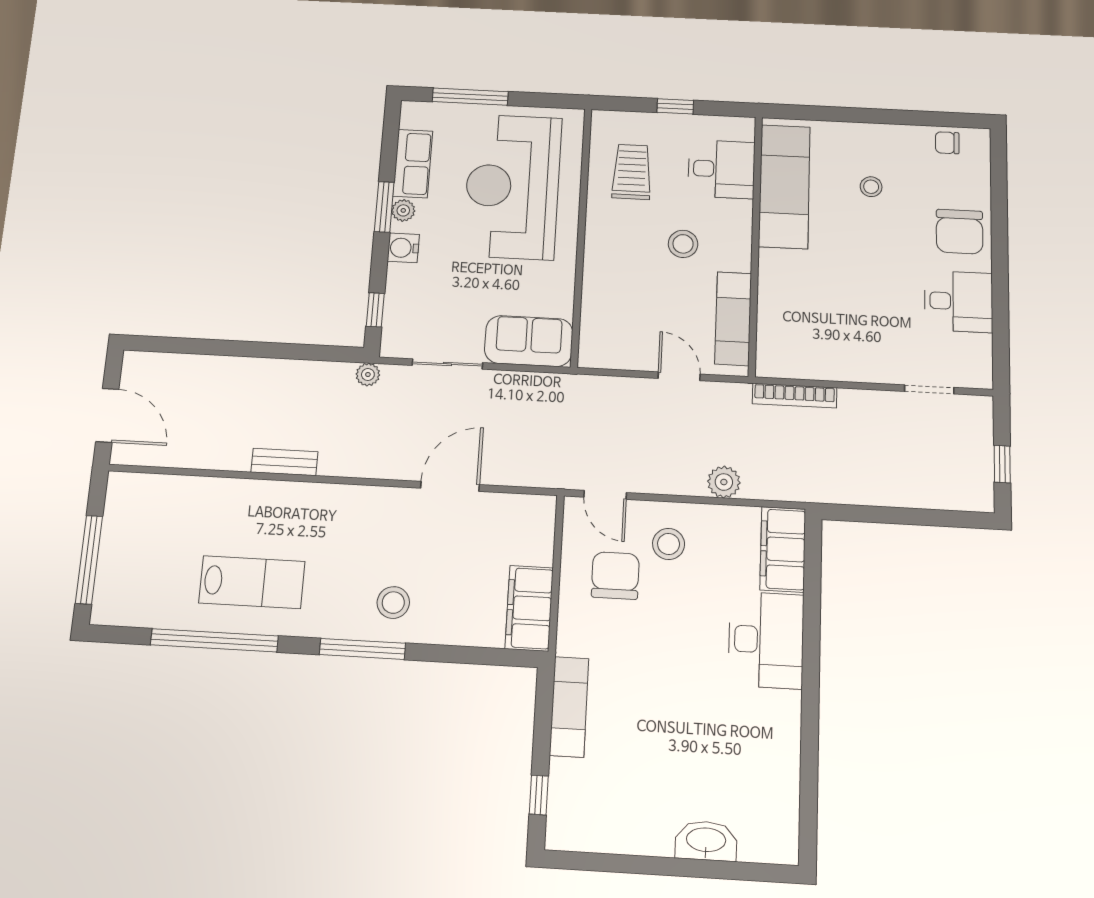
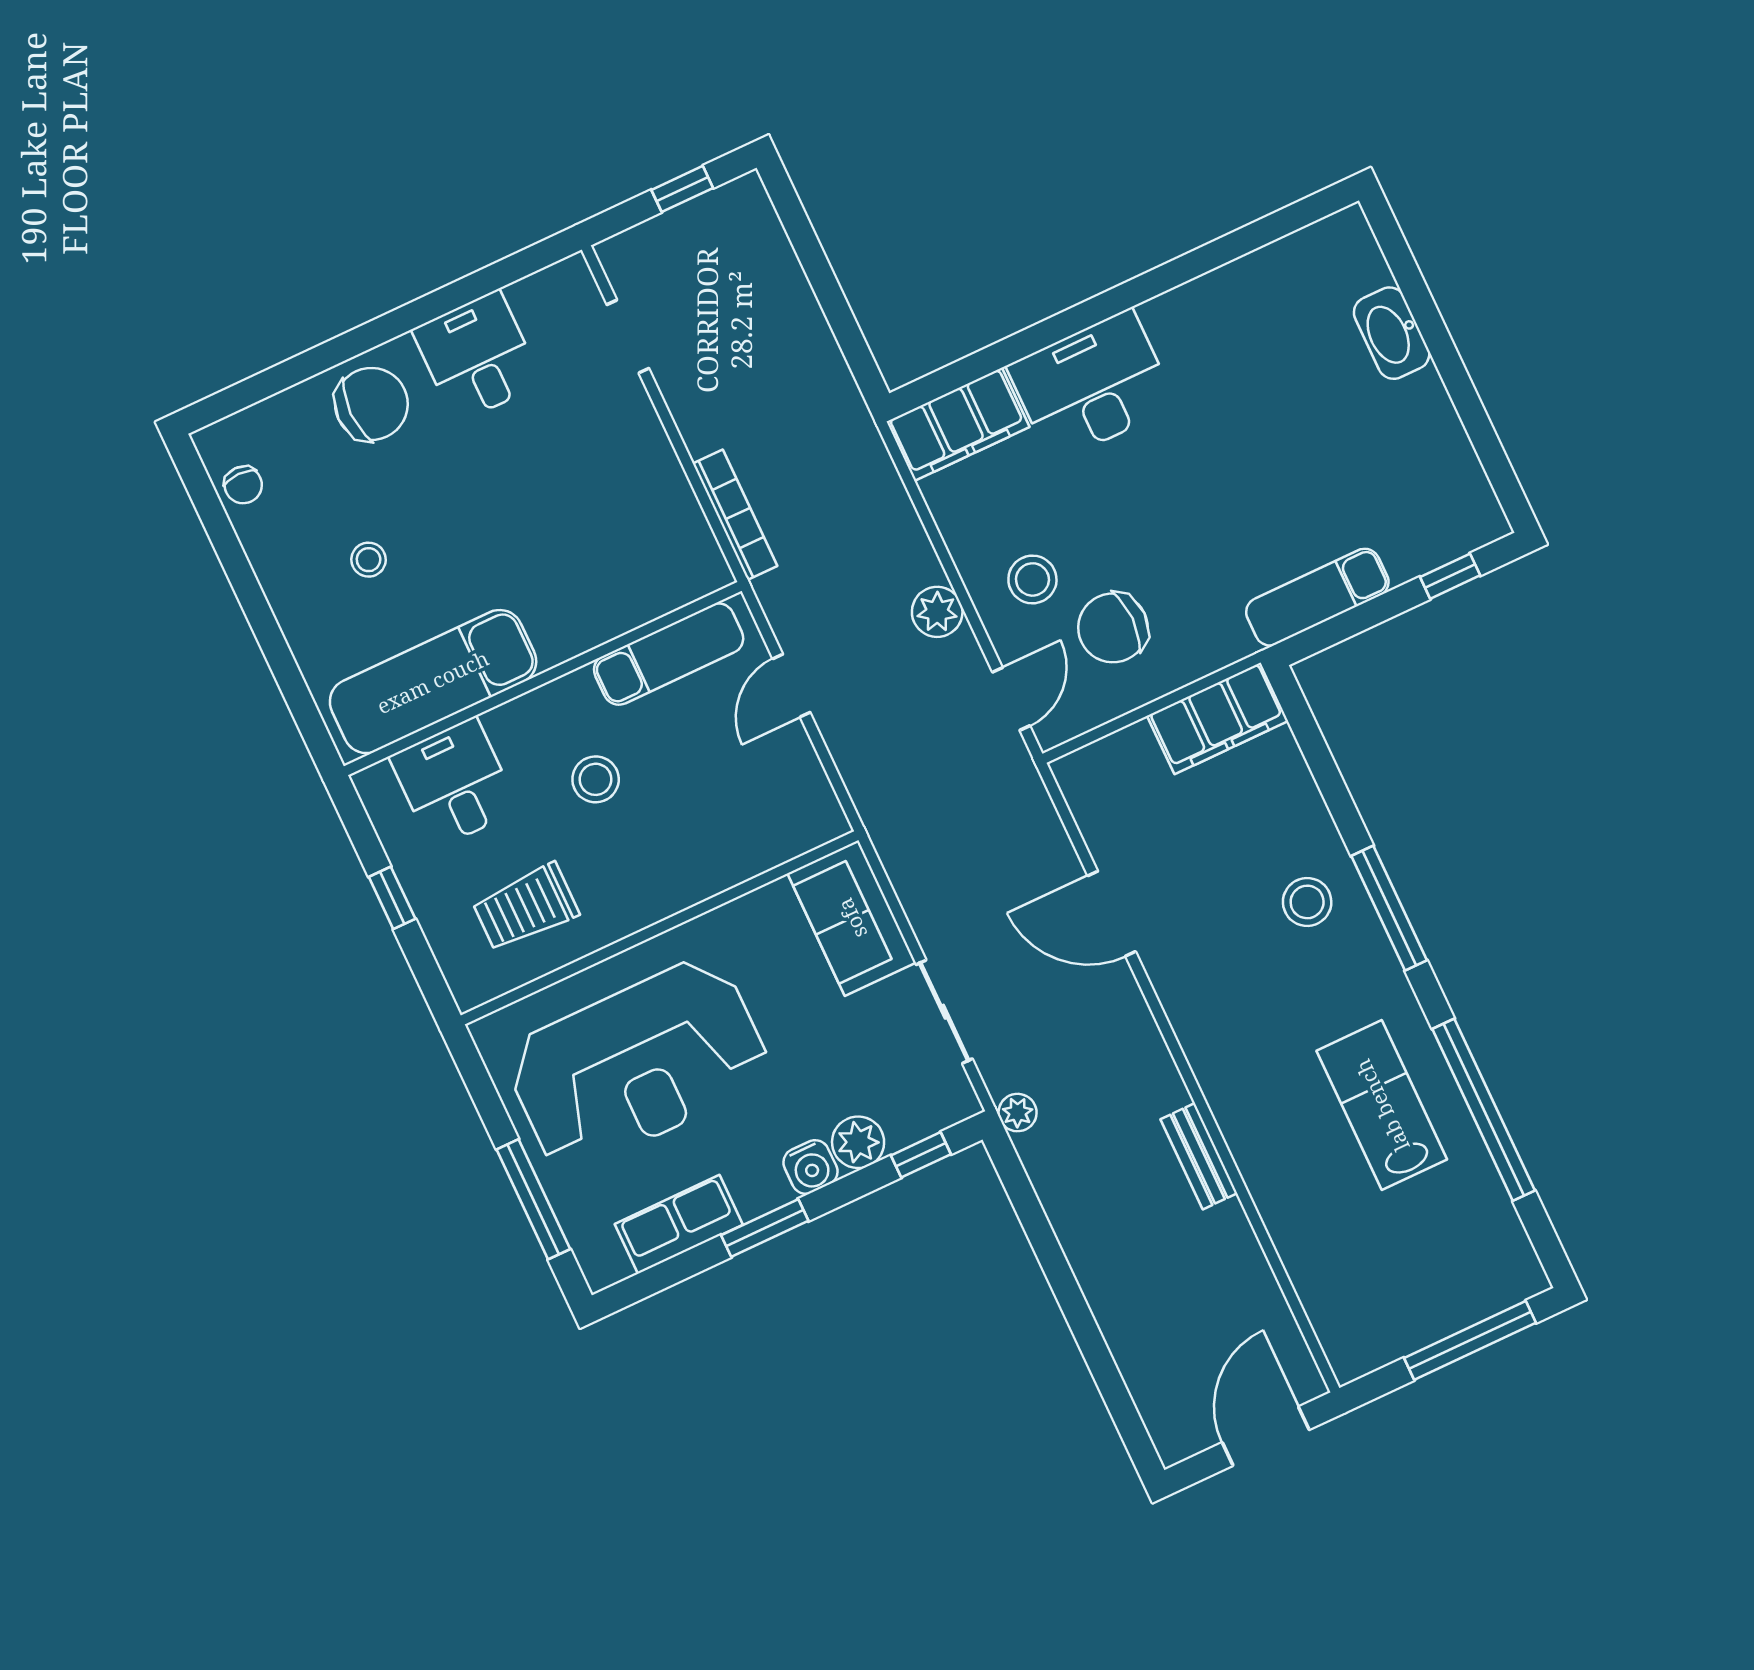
plant: (403, 210) -> (858, 1142), moved, width x1.38, depth x1.38
plant: (724, 482) -> (937, 612), moved

